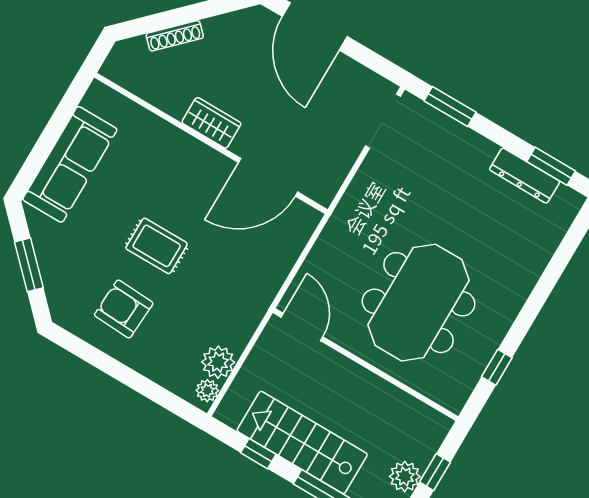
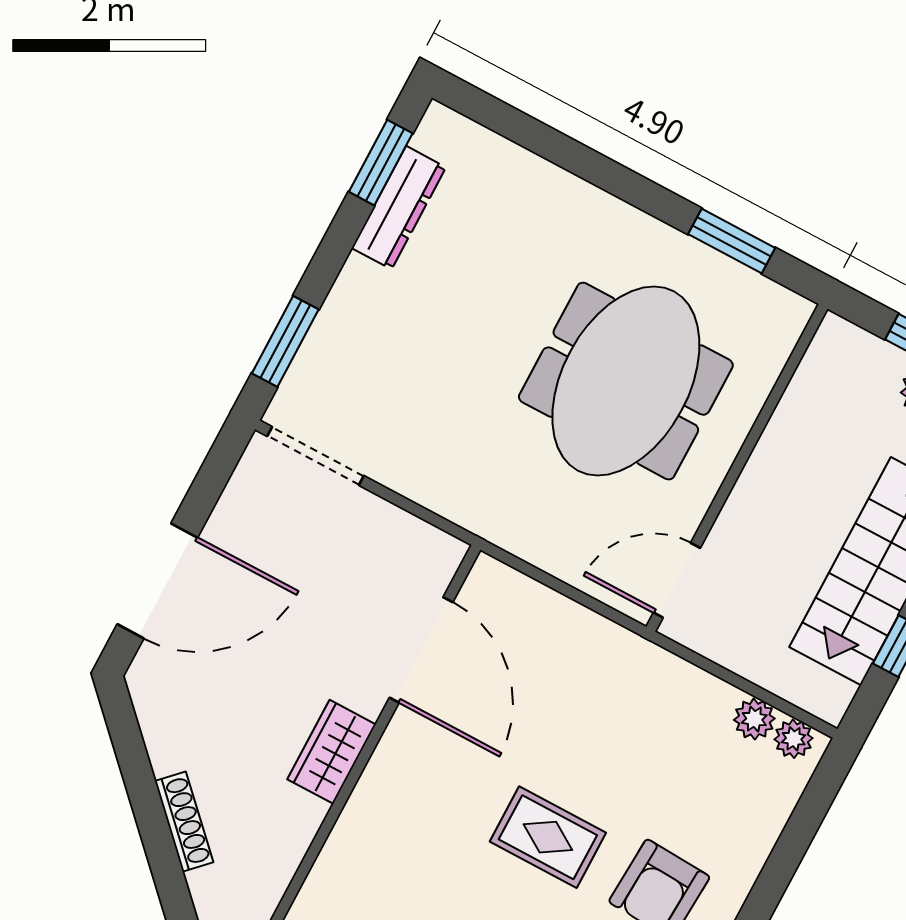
rug: (157, 246) -> (548, 837), turned 90
meeting table: (419, 303) -> (626, 381), turned 90
plant: (218, 362) -> (754, 719), width x0.73, depth x0.73
window: (497, 367) -> (732, 241), width x1.50

